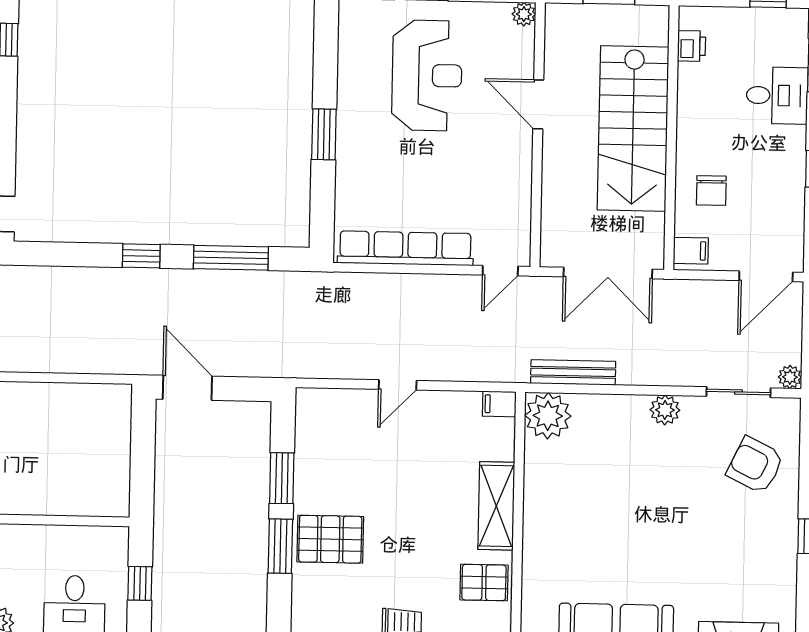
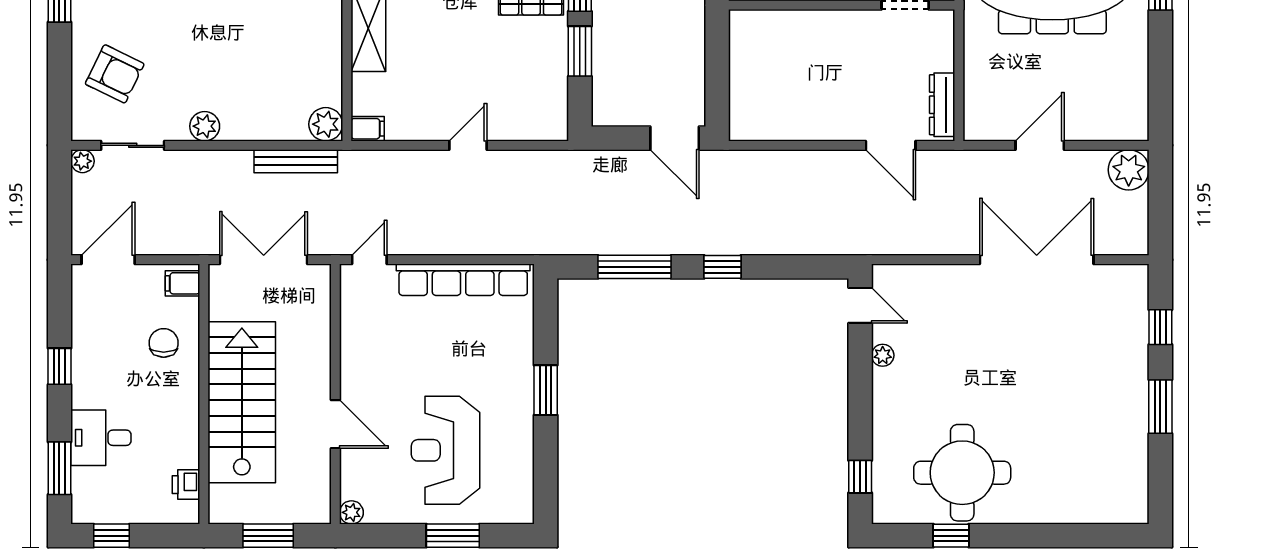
plant: (548, 416) -> (326, 124), width x0.73, depth x0.73

